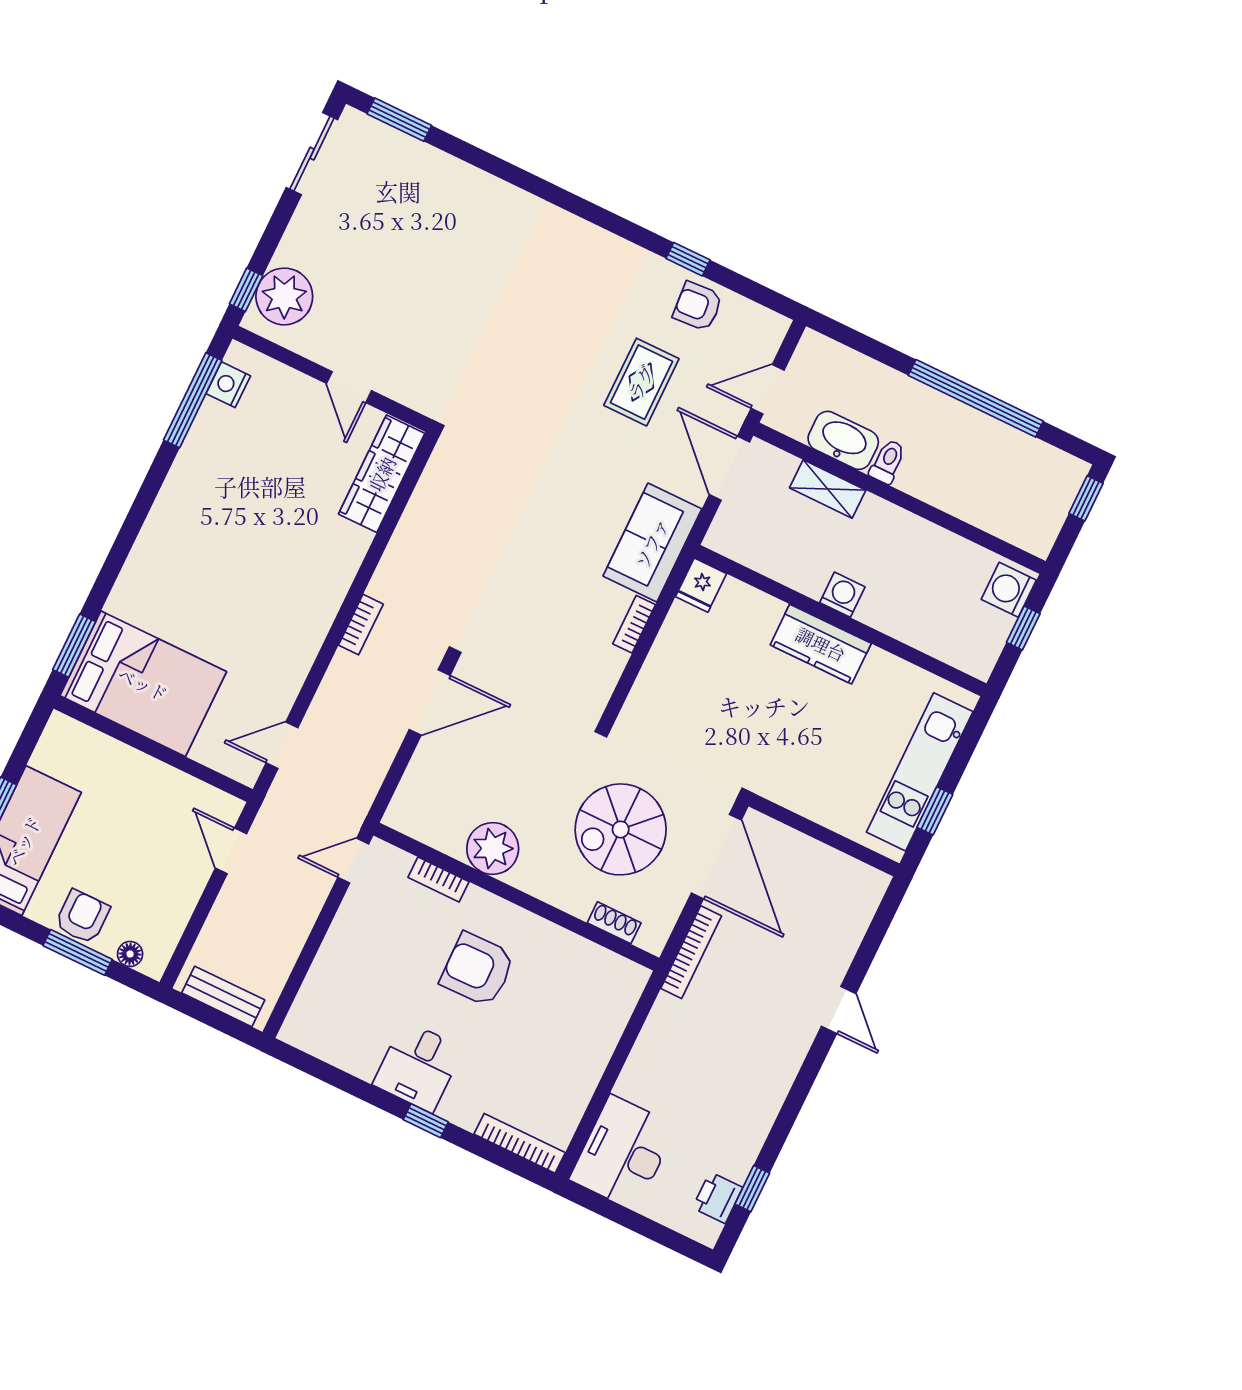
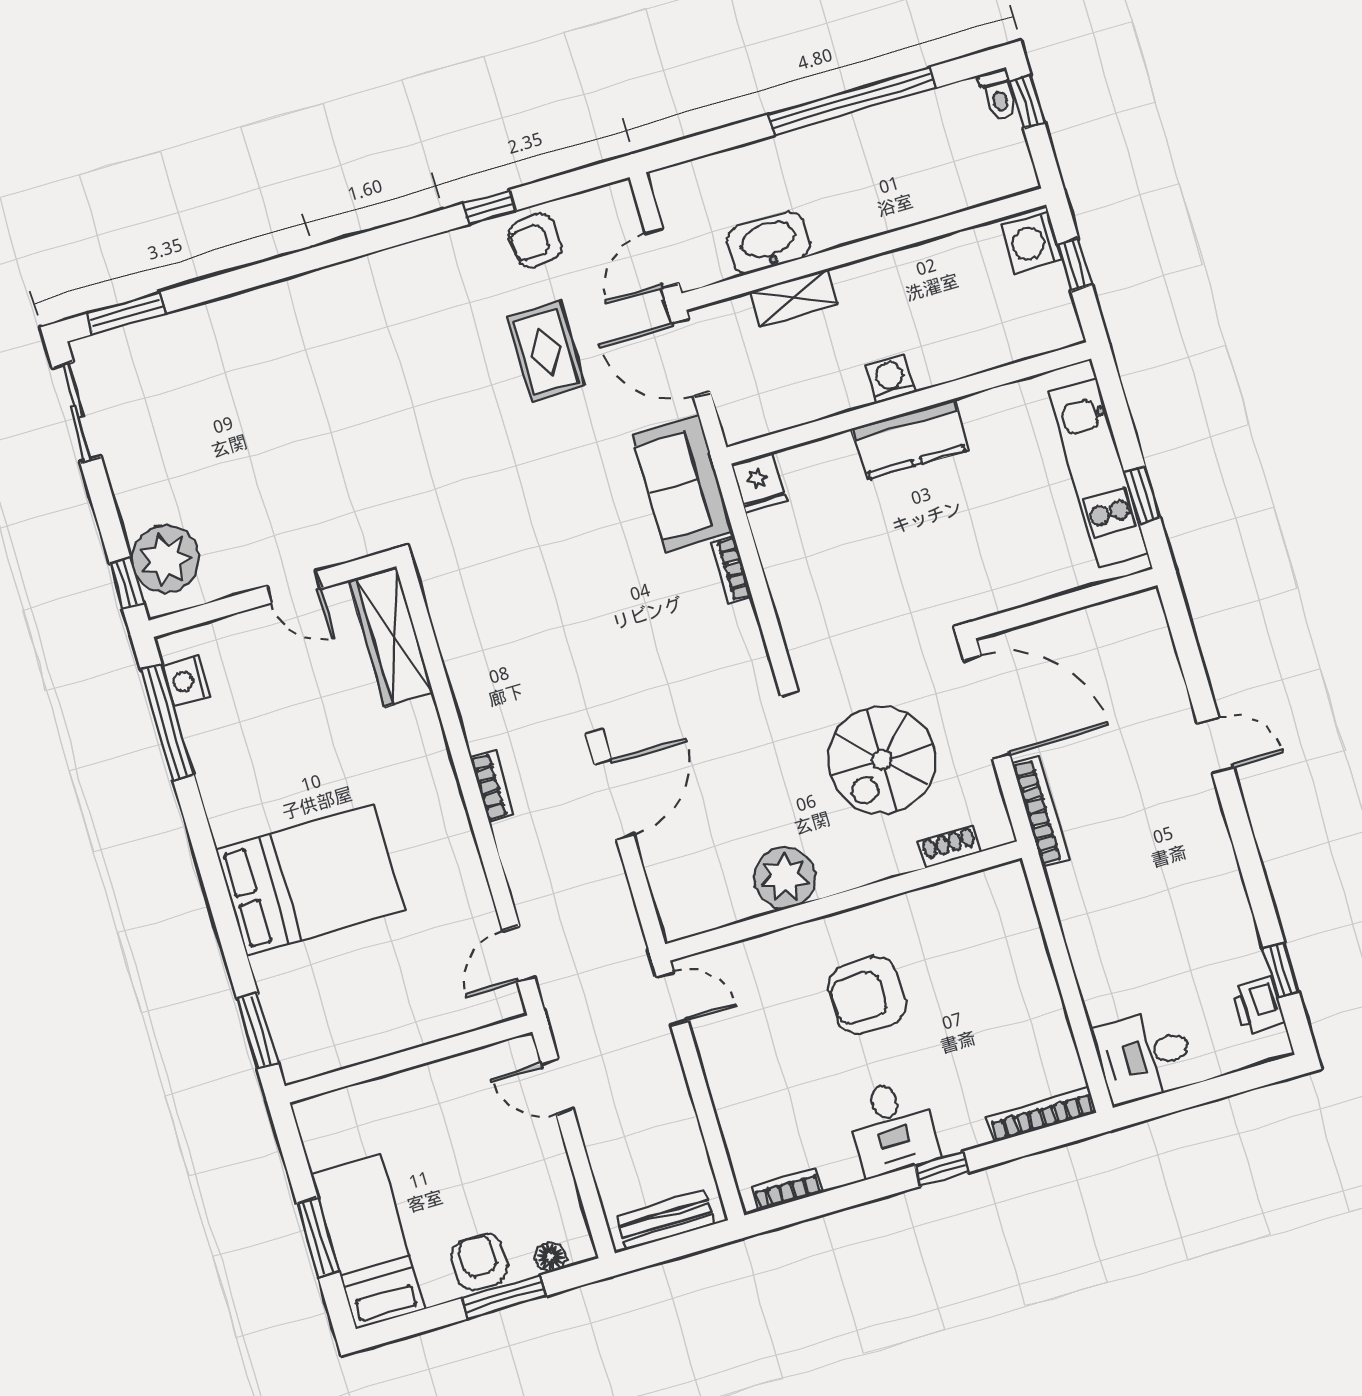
toilet: (888, 462) -> (998, 95), moved, turned 180
bed: (143, 684) -> (310, 880), moved
door: (353, 861) -> (672, 999), swing flipped
bookcase: (439, 880) -> (787, 1189), moved, turned 180
desk: (623, 1153) -> (1144, 1056), width x0.73

